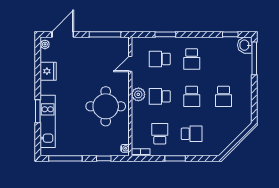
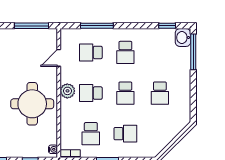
window: (165, 34) -> (97, 26), width x1.44
school desk: (160, 134) -> (91, 134), turned 180

